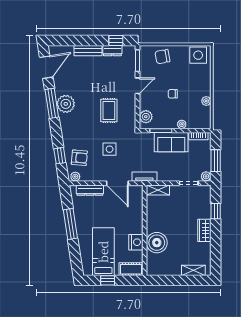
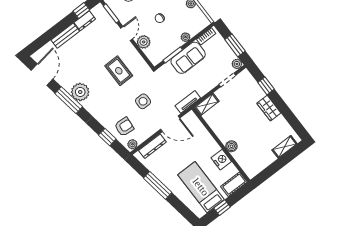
plant: (146, 117) -> (144, 42), moved
boiler: (157, 243) -> (231, 146), width x0.54, depth x0.54

